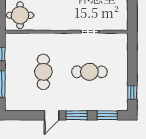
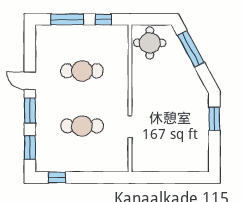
cafe table: (89, 72) -> (82, 126), turned 90

